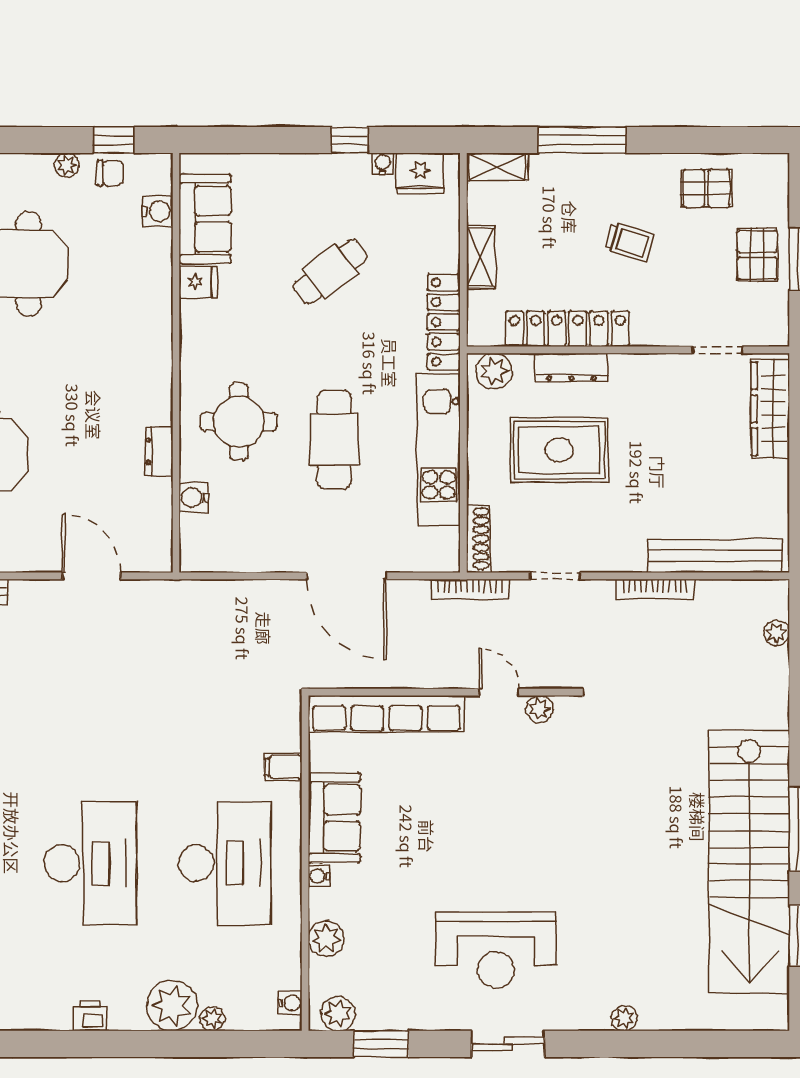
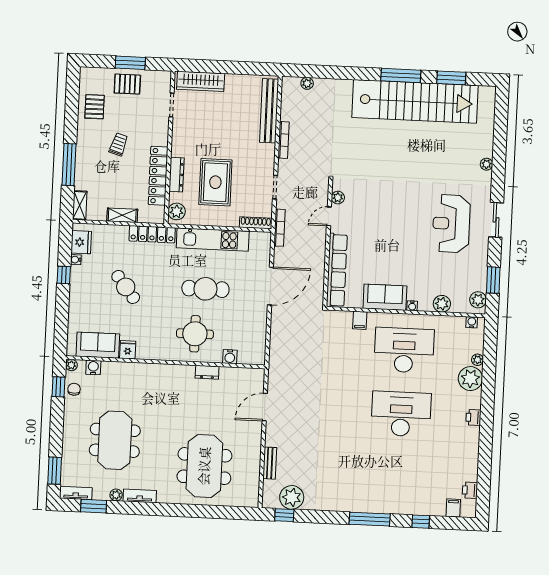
plant: (67, 165) -> (71, 365), moved
reception desk: (496, 950) -> (451, 224), turned 180

